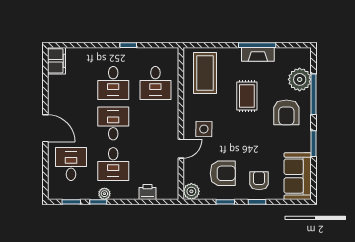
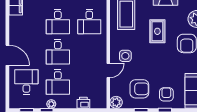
desk: (113, 123) -> (58, 52), turned 180

